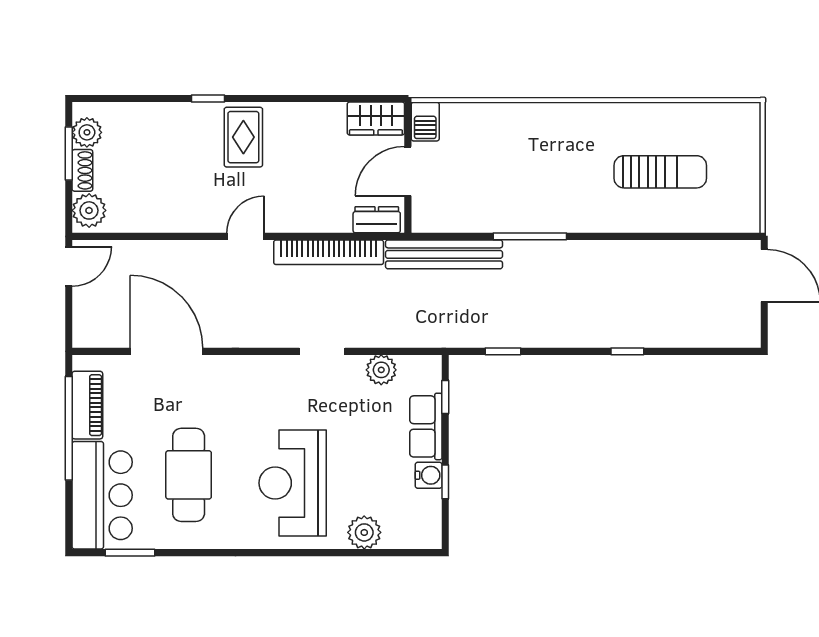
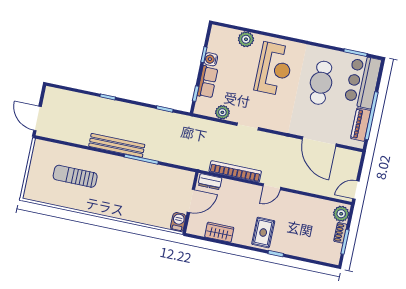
wardrobe: (376, 118) -> (219, 232), moved
plant: (87, 132) -> (335, 250), removed
bench: (444, 254) -> (117, 145), moved

